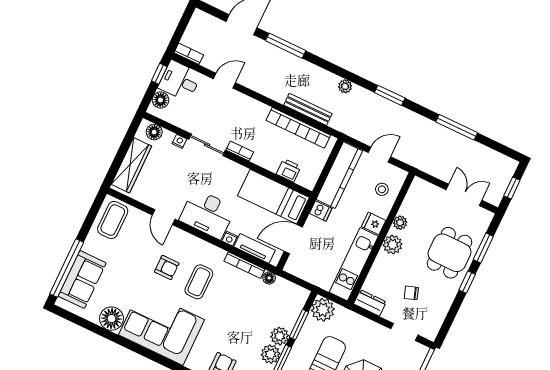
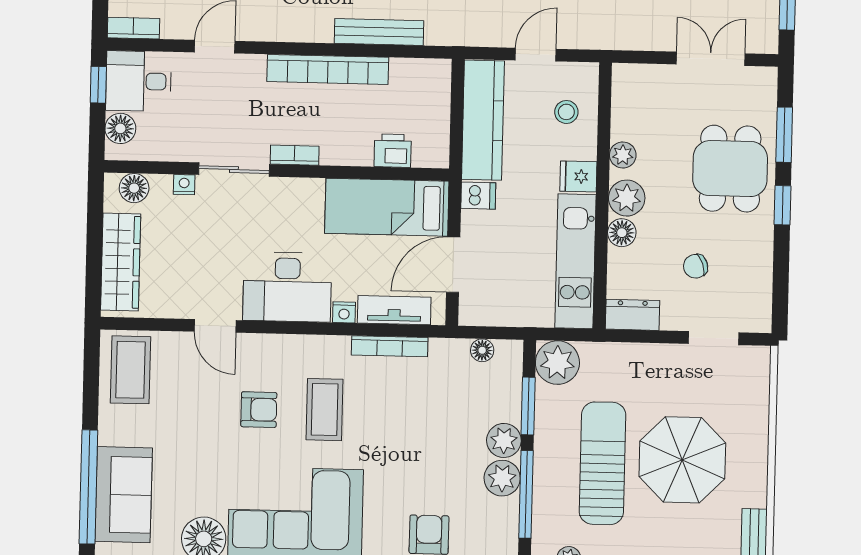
bookcase: (298, 128) -> (328, 69), moved
floor lamp: (383, 260) -> (622, 233), added
floor lamp: (269, 278) -> (482, 350), moved

